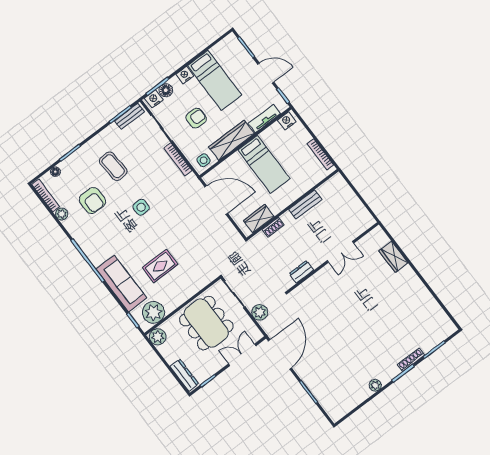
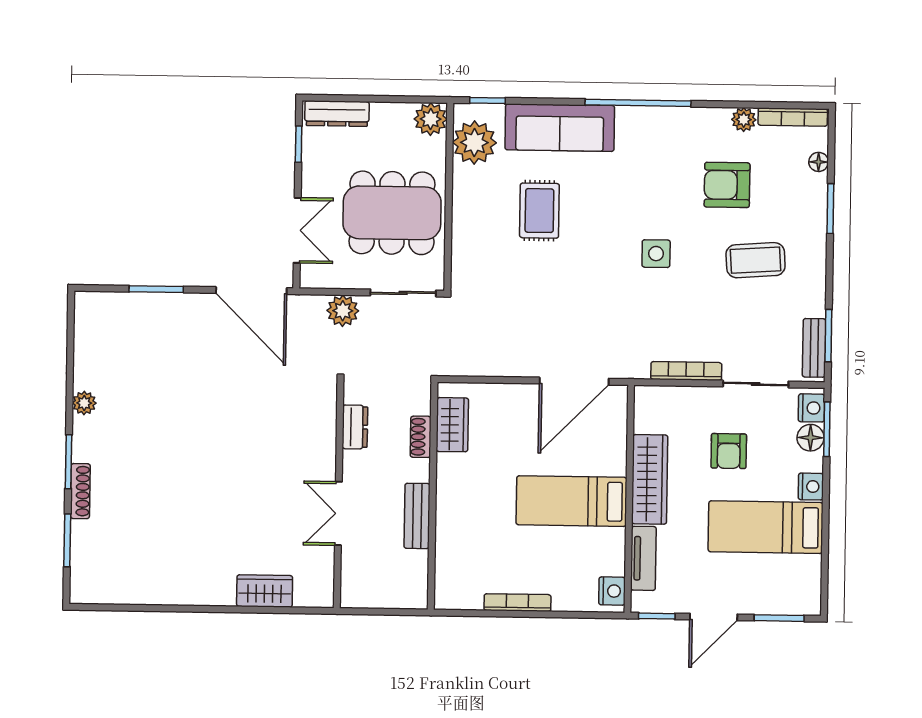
side table: (204, 160) -> (653, 410), removed
wall: (293, 204) -> (433, 496), moved
bench: (305, 204) -> (417, 516), moved
wardrobe: (259, 219) -> (452, 425), moved
shoe rack: (273, 227) -> (421, 437), moved

